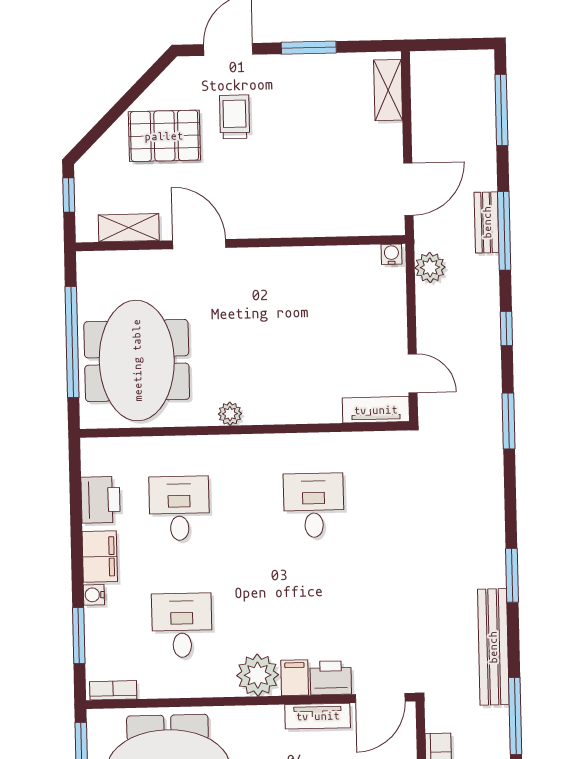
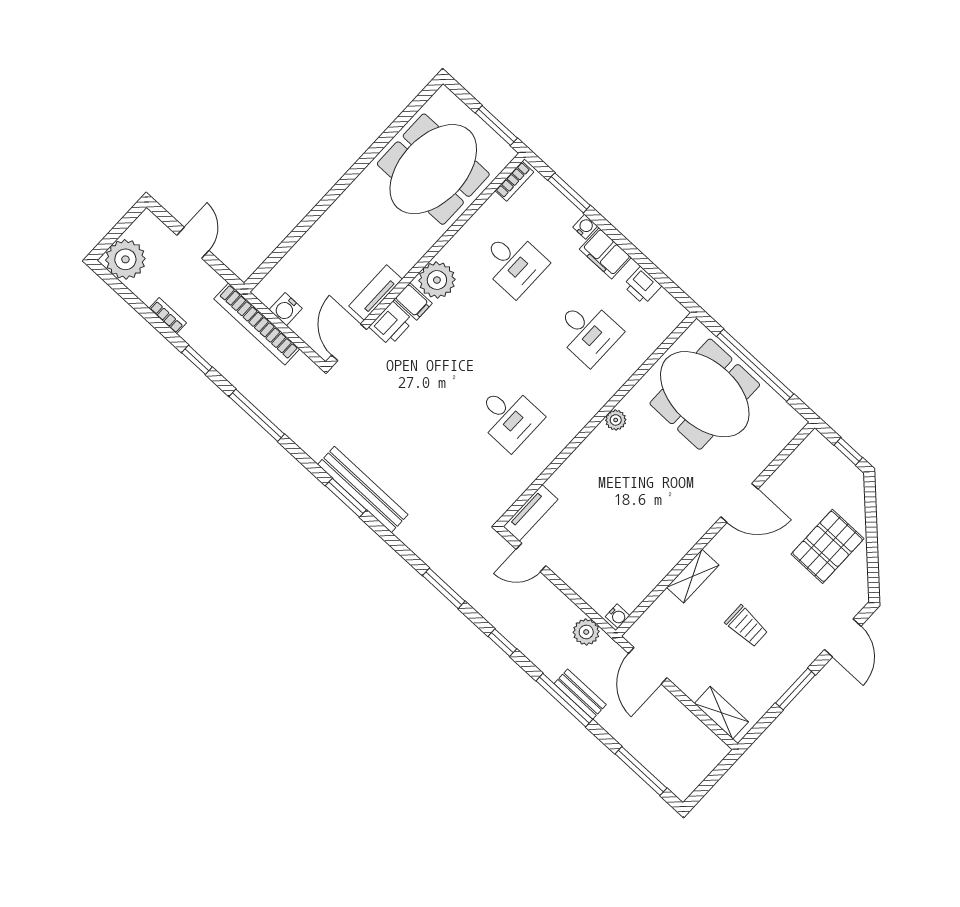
trolley: (235, 117) -> (747, 626), moved
shelving: (129, 228) -> (693, 576), moved
printer: (101, 500) -> (642, 286), width x0.73, depth x0.81
bench: (493, 647) -> (363, 490), moved

